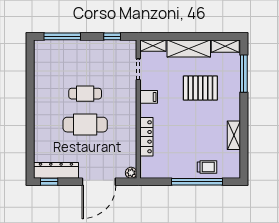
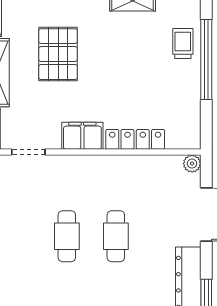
filing cabinet: (149, 97) -> (82, 136), width x2.00
cafe table: (85, 125) -> (116, 236), width x0.73, depth x0.74

